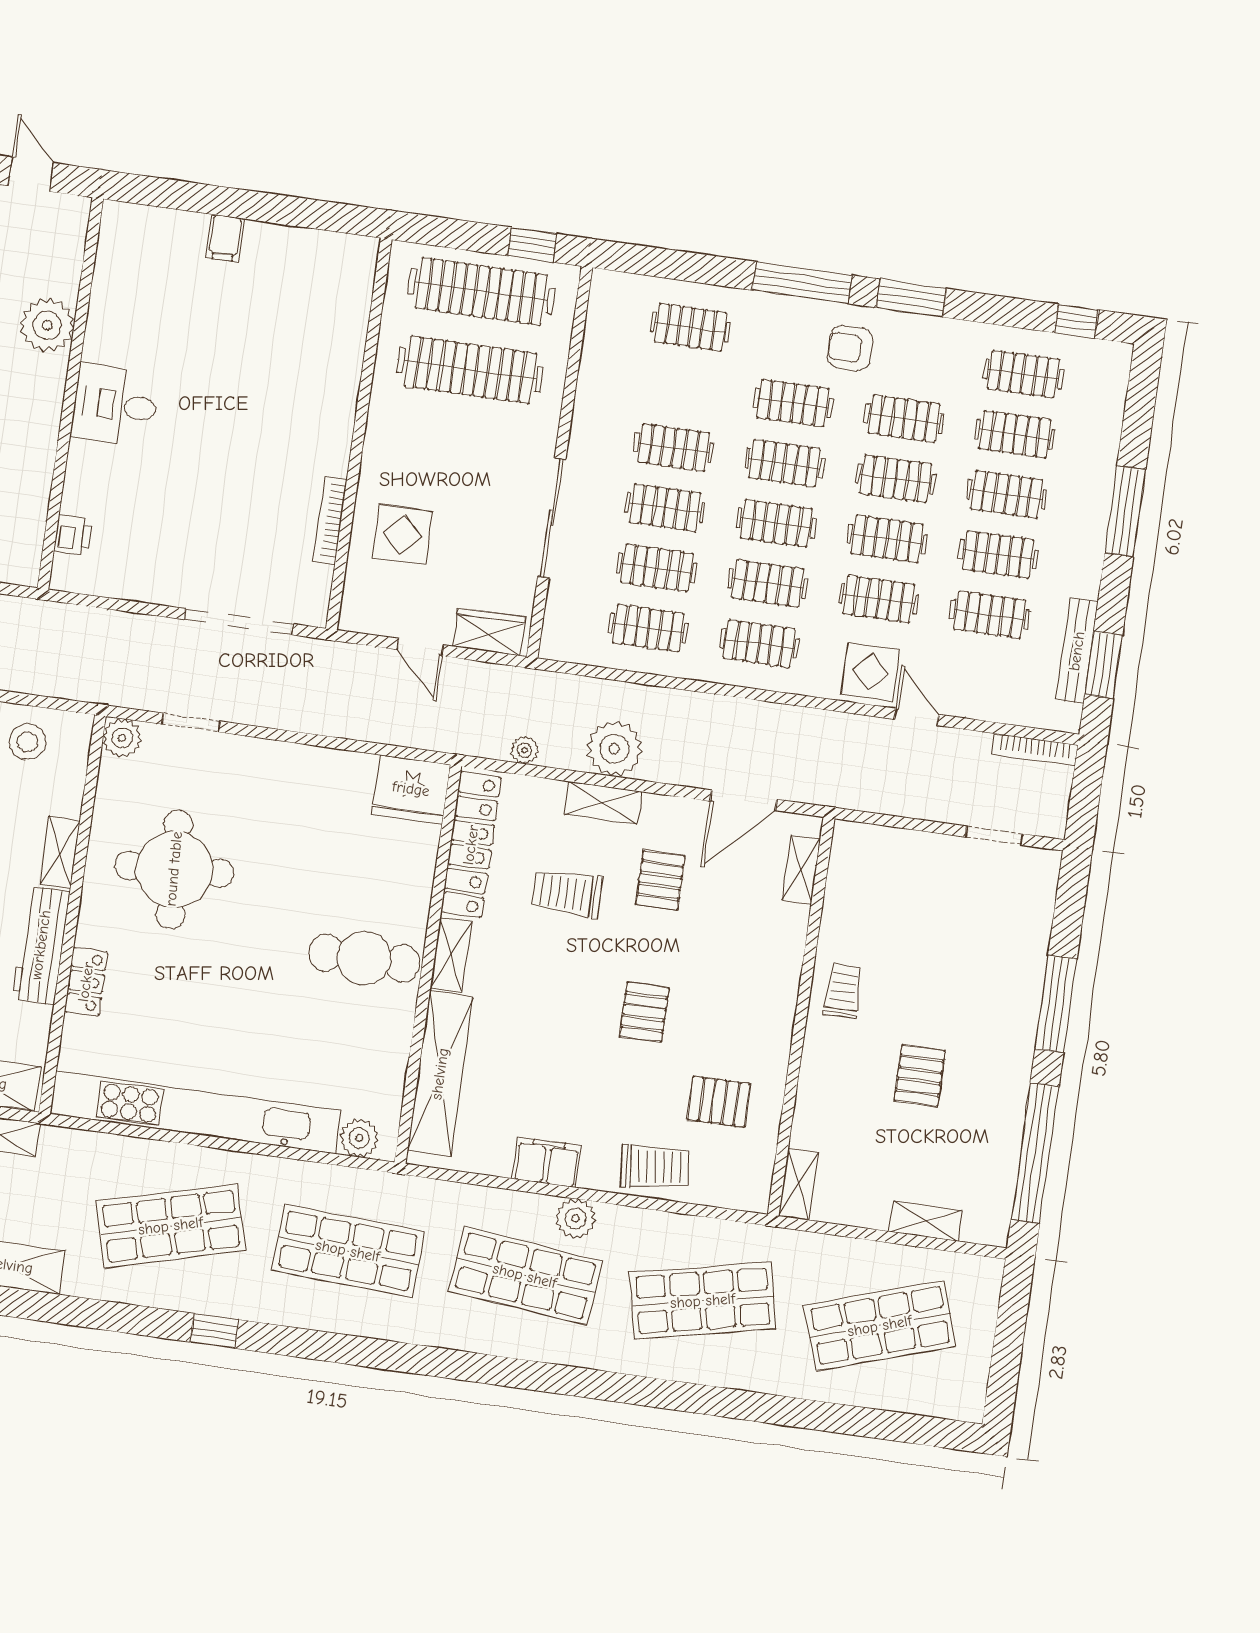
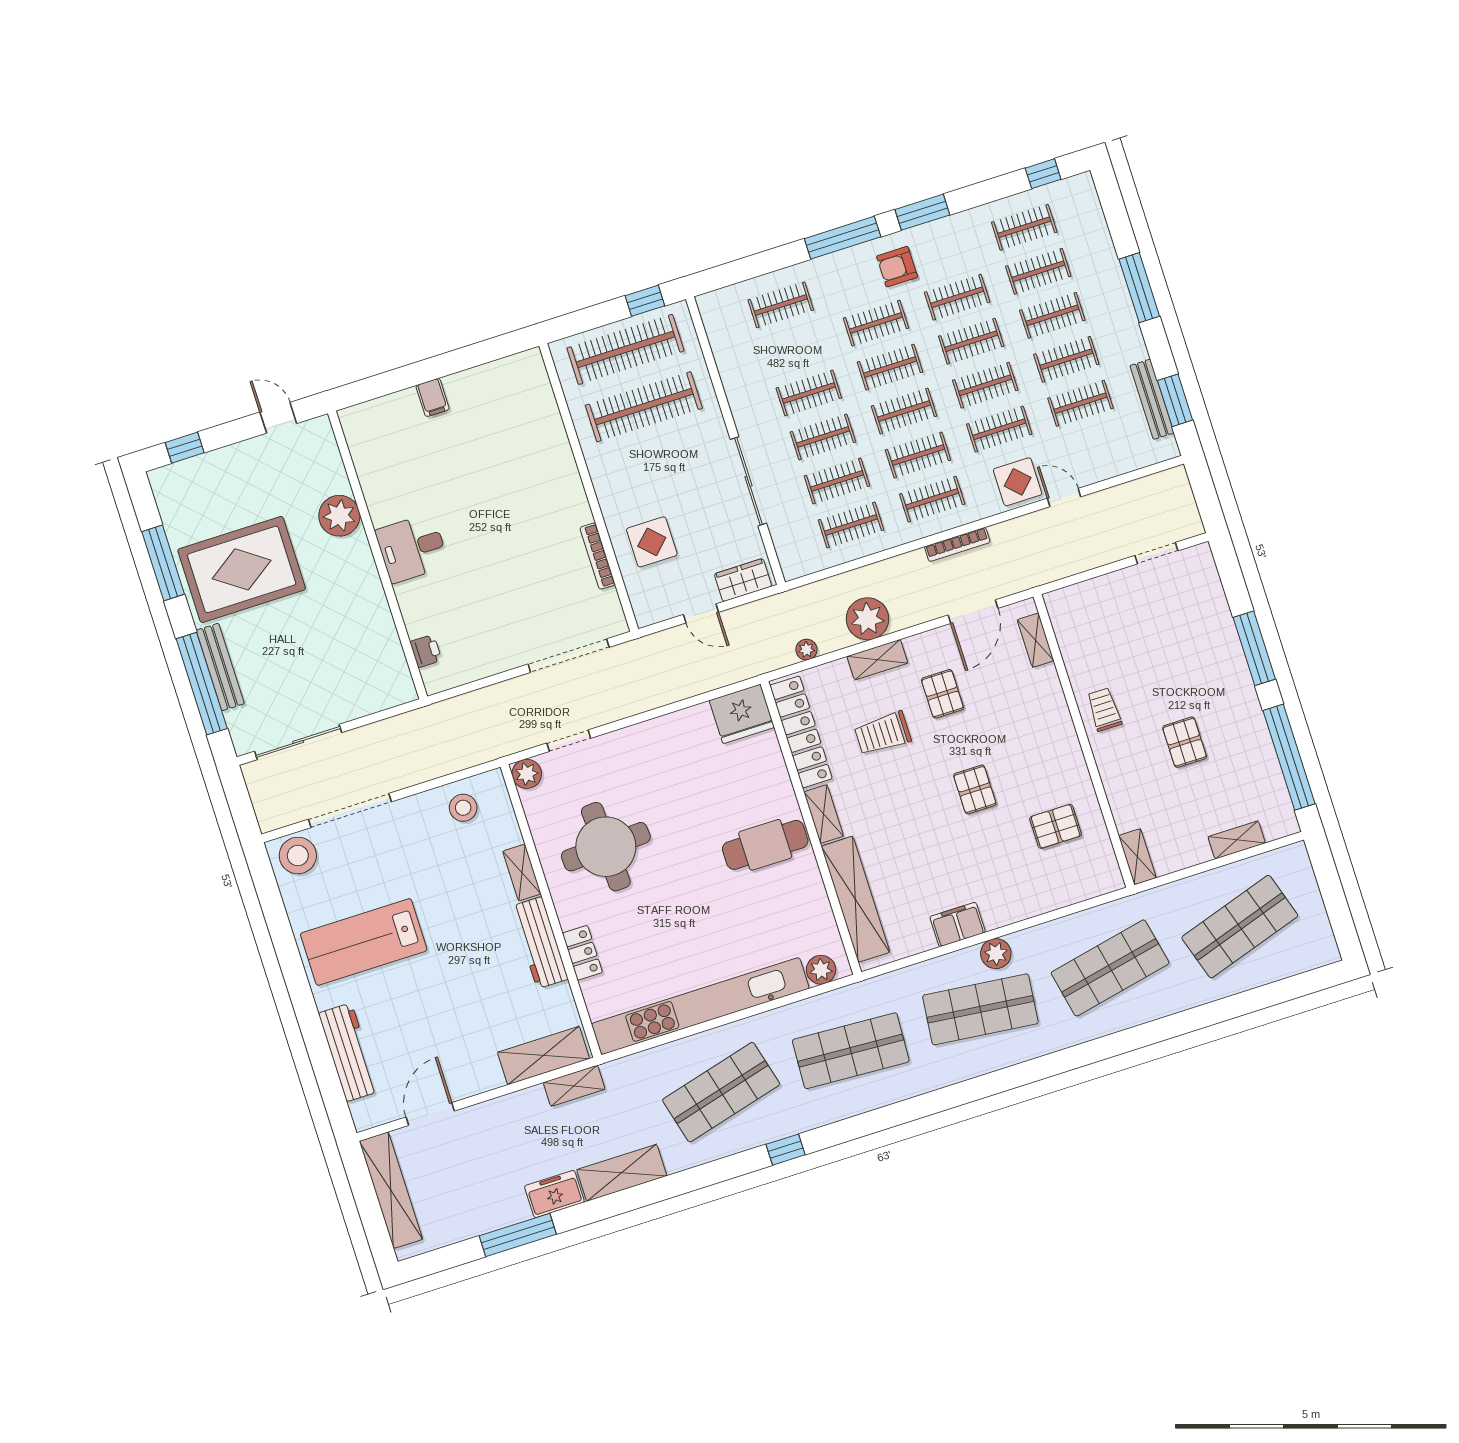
bookcase: (1035, 750) -> (957, 544), moved
trolley: (655, 1167) -> (1033, 892), removed

